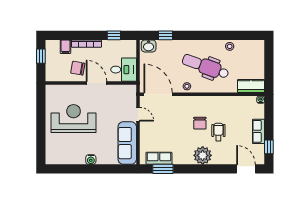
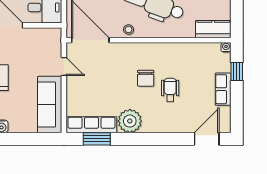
window: (269, 147) -> (237, 72), moved
plant: (203, 155) -> (130, 121), moved
row of seats: (159, 158) -> (92, 125), width x1.48
door: (246, 169) -> (207, 139), hinge flipped

